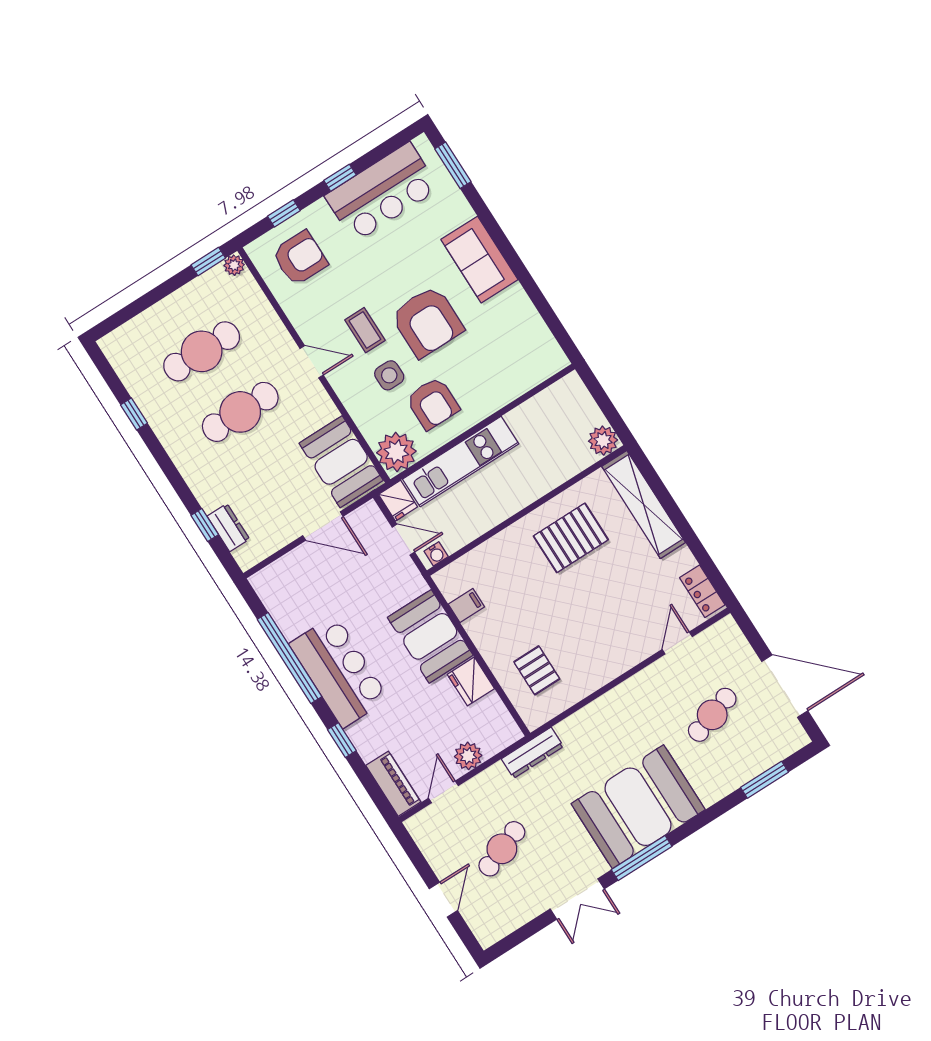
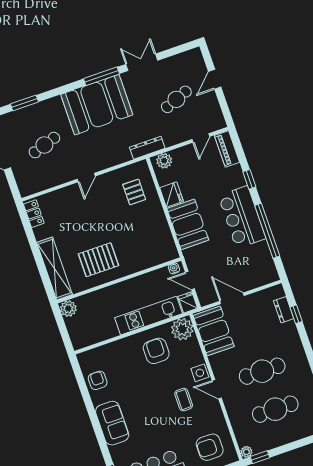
armchair: (427, 322) -> (98, 380), moved, width x0.53, depth x0.53
side table: (389, 375) -> (200, 373), moved
filing cabinet: (466, 606) -> (164, 236), removed
door: (677, 643) -> (86, 178), moved
plant: (468, 756) -> (164, 161), moved

